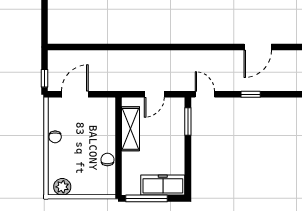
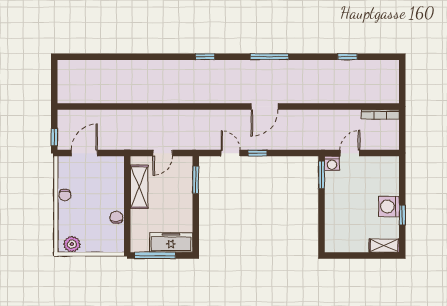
door: (205, 94) -> (231, 153), moved

